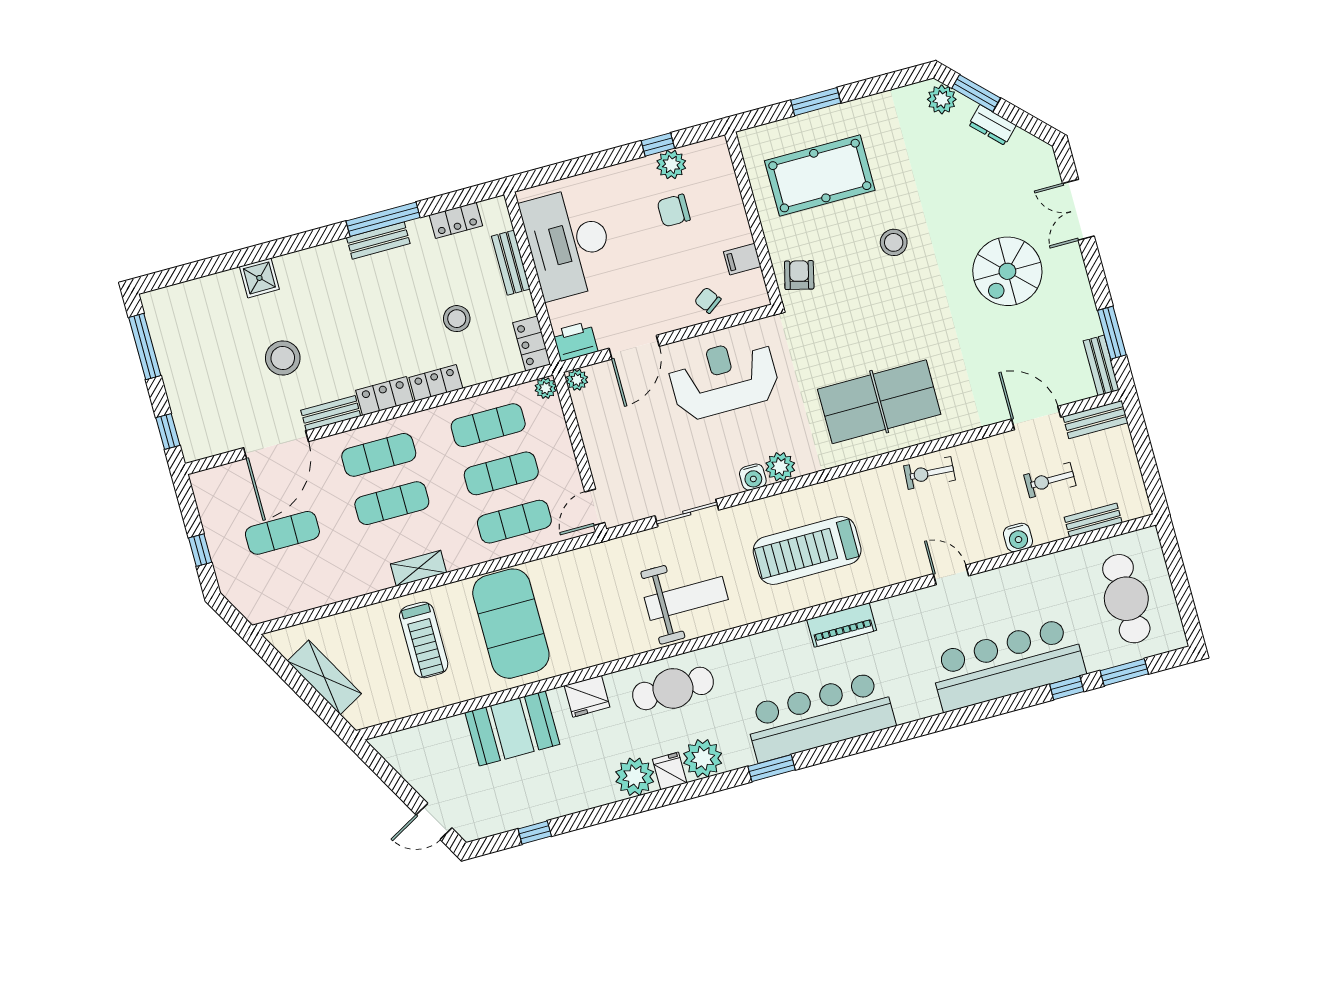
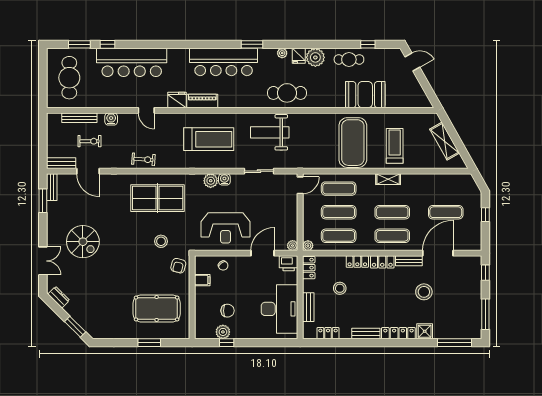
plant: (942, 99) -> (92, 328), removed
dresser: (992, 125) -> (59, 297), moved
window: (383, 219) -> (454, 343), moved
stool: (894, 242) -> (161, 241), moved
locker: (312, 259) -> (398, 333), added
spiral stairs: (1007, 271) -> (83, 242), turned 90
bench: (1093, 520) -> (79, 118), width x1.36
fridge: (587, 696) -> (177, 100), moved
plant: (703, 758) -> (282, 53), width x0.53, depth x0.53
cafe table: (565, 791) -> (349, 59), added

